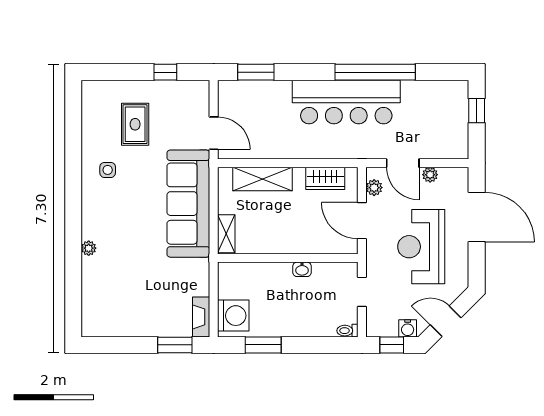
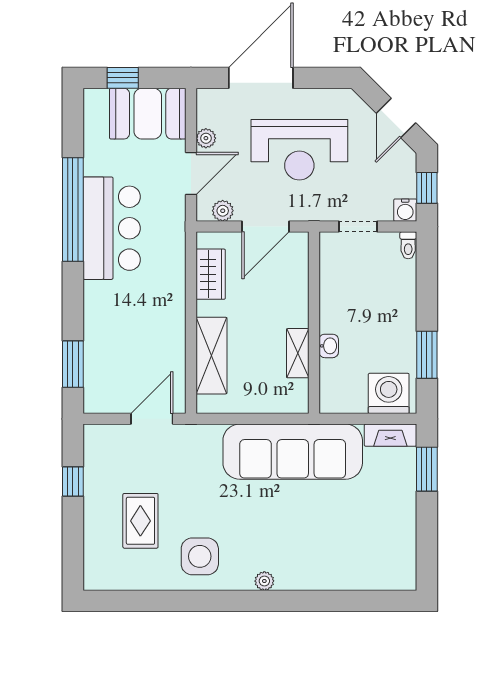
bar counter: (346, 102) -> (112, 228), width x0.73
rug: (135, 124) -> (140, 521), turned 90
booth: (449, 130) -> (148, 114), added
side table: (108, 170) -> (200, 556), width x1.87, depth x1.87
sofa: (188, 204) -> (293, 452), moved
shelving: (226, 234) -> (298, 353), moved, turned 90
plant: (89, 248) -> (264, 581), moved
washbasin: (302, 269) -> (329, 346), moved
water cooler: (408, 328) -> (405, 210), moved, turned 90

